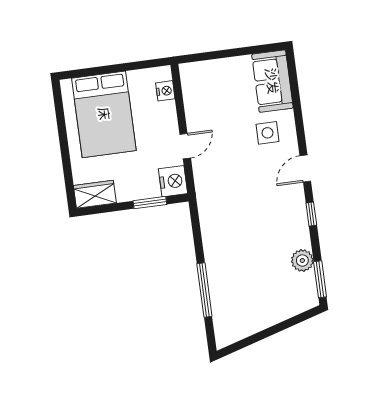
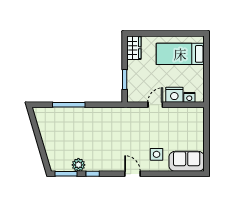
bed: (104, 114) -> (180, 54), width x0.67
door: (185, 146) -> (155, 105), swing flipped
nightstand: (173, 181) -> (174, 95), moved
window: (311, 214) -> (93, 174), moved

